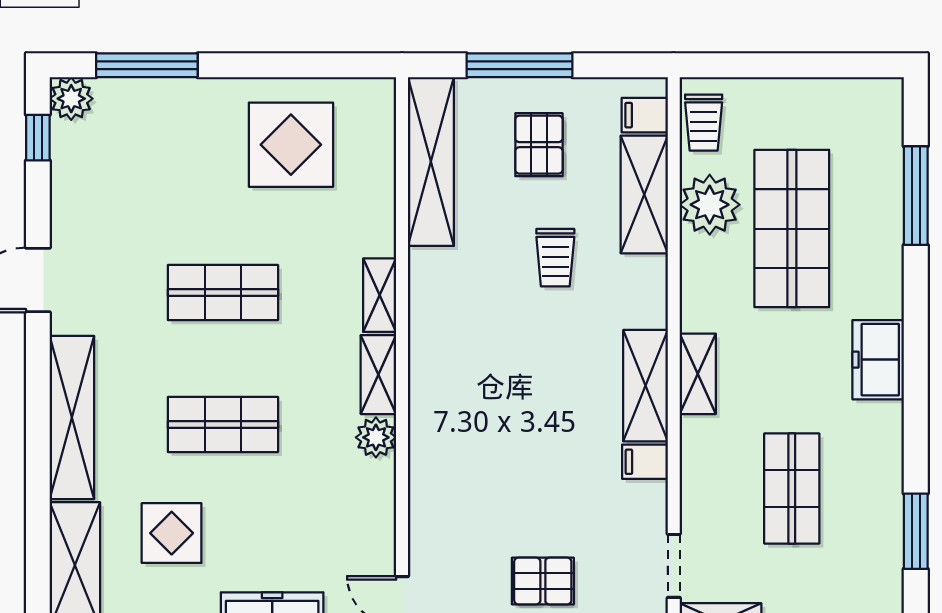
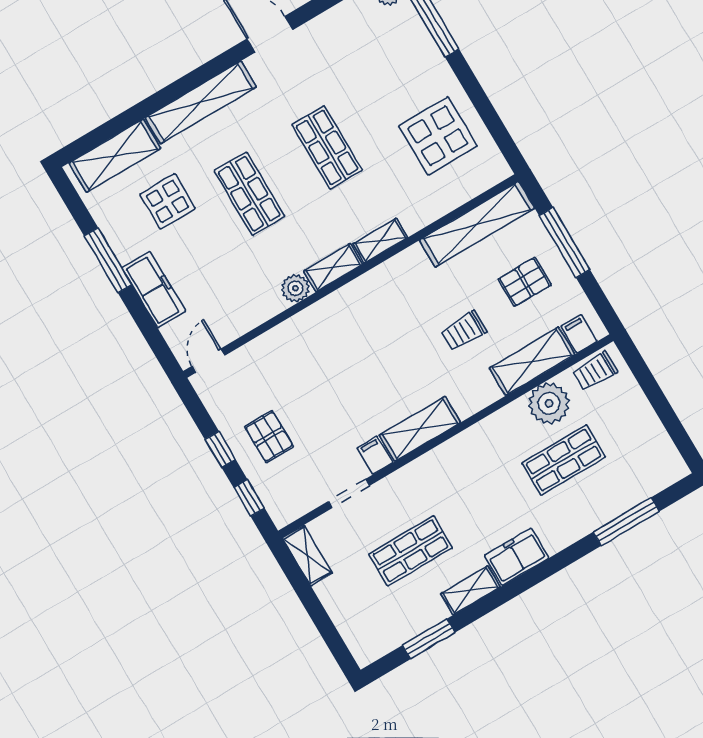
shop shelf: (792, 229) -> (564, 460), width x0.70, depth x0.74
shelving: (698, 374) -> (470, 590), moved
doorway: (674, 566) -> (349, 493), moved

